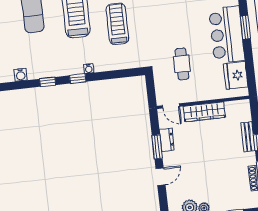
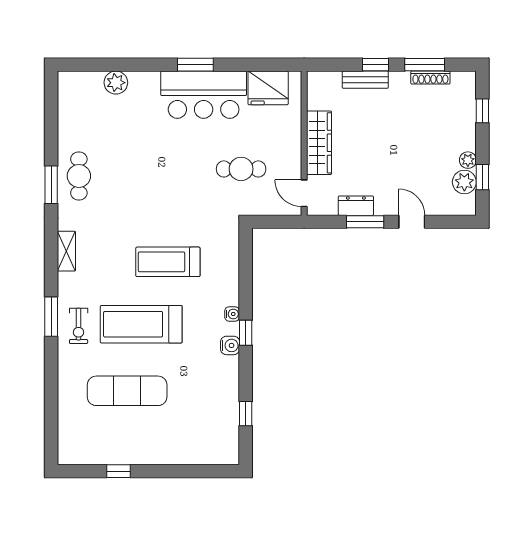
water cooler: (21, 75) -> (230, 345), moved
window: (48, 82) -> (246, 414), moved
door: (171, 106) -> (304, 193), swing flipped

